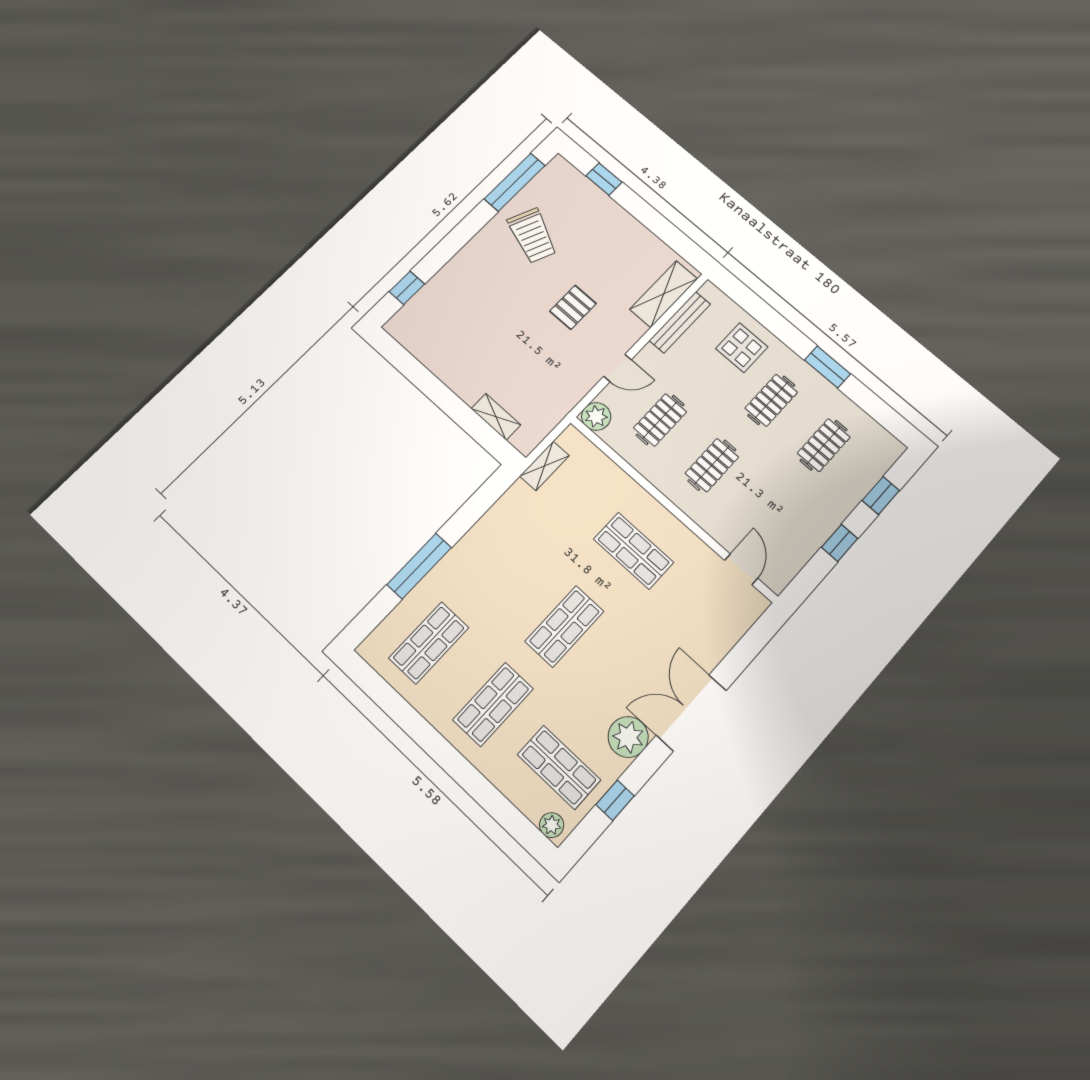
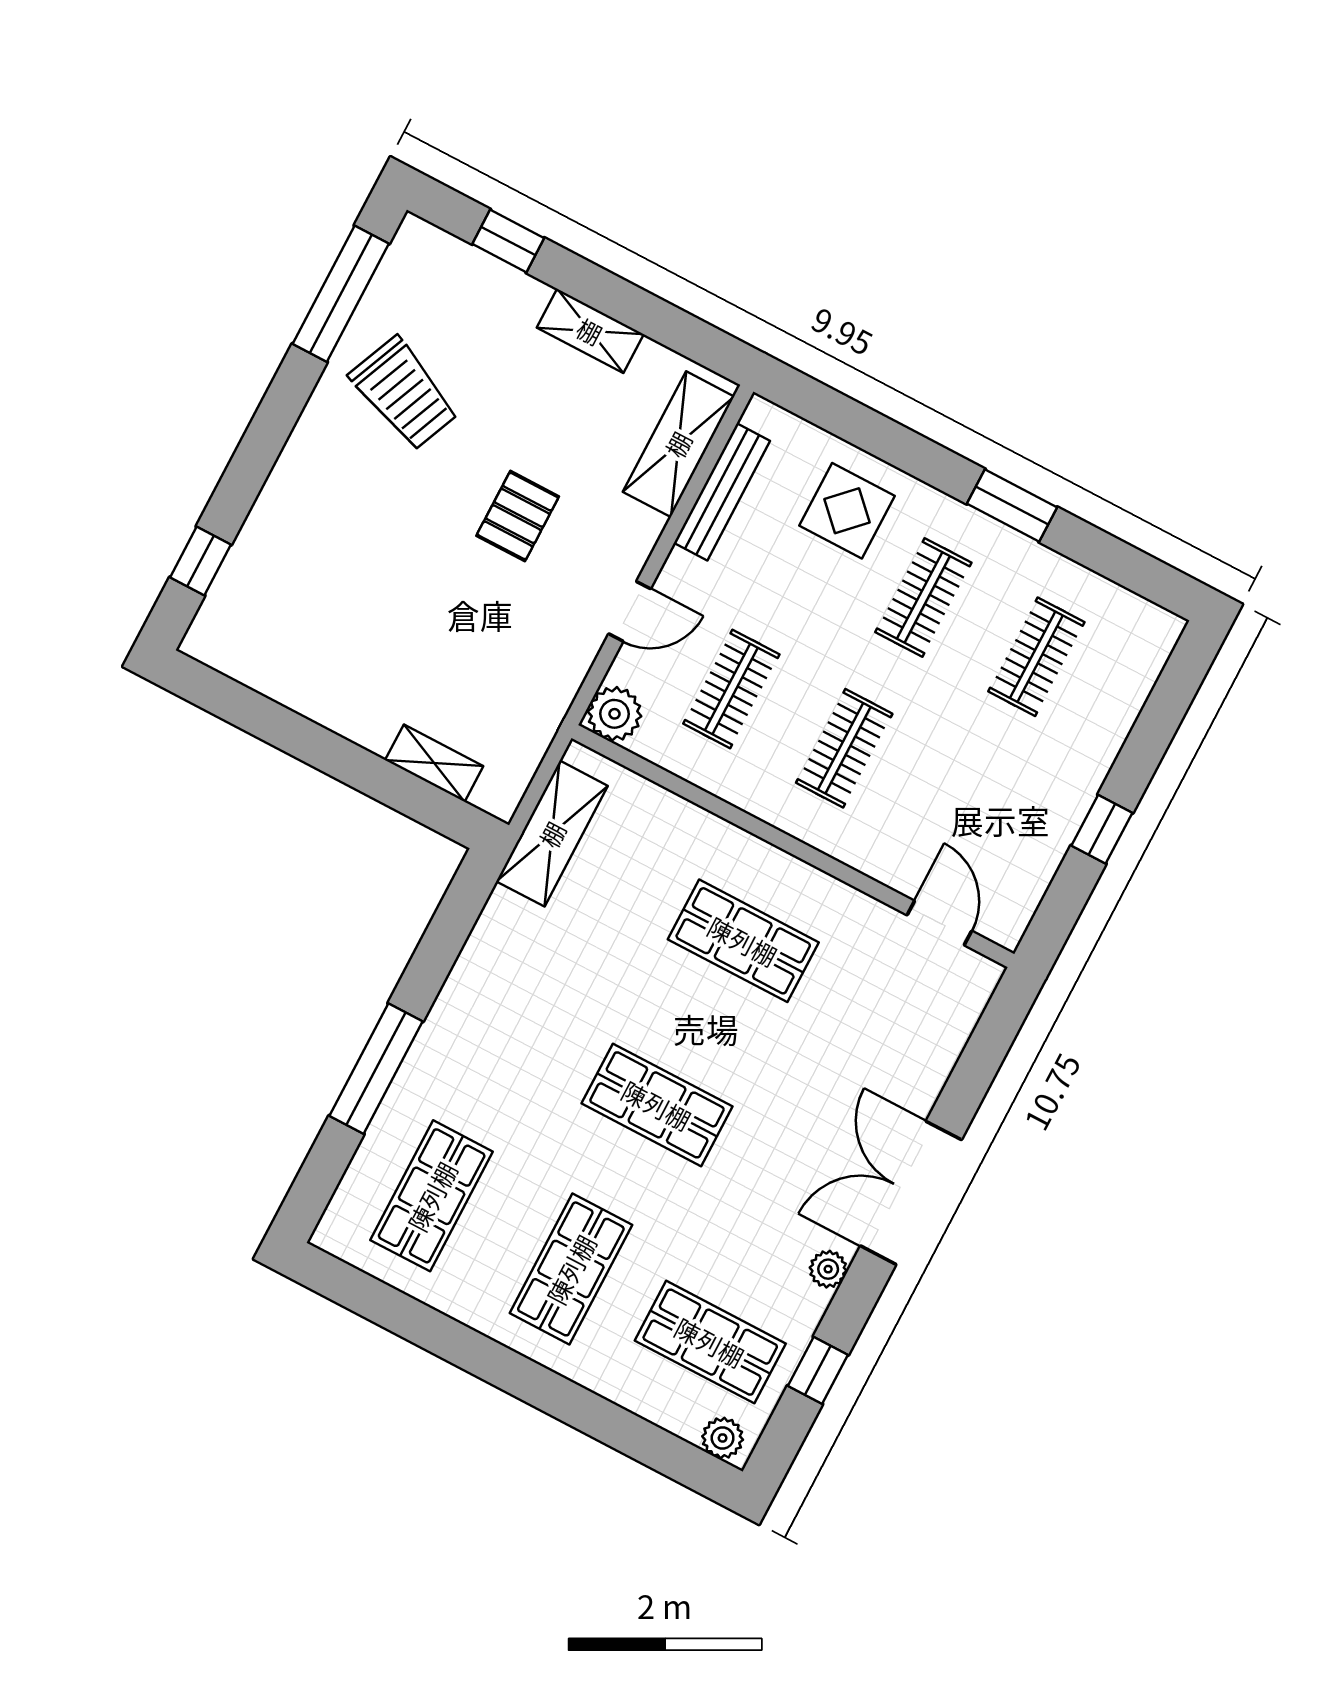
shelving: (633, 230) -> (590, 331), added
shelving: (544, 466) -> (552, 834), width x1.50, depth x1.33
window: (881, 496) -> (1158, 723), removed
shop shelf: (564, 626) -> (657, 1105), turned 90
plant: (628, 737) -> (828, 1269), width x0.53, depth x0.53

